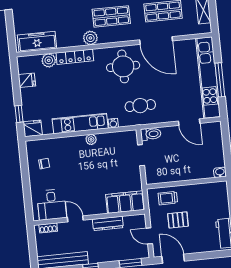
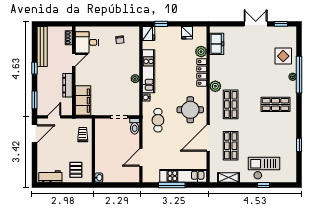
freezer: (37, 42) -> (217, 44), width x0.71
kitchen unit: (208, 78) -> (183, 176), width x0.73
pallet: (178, 220) -> (76, 170), moved

